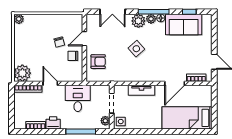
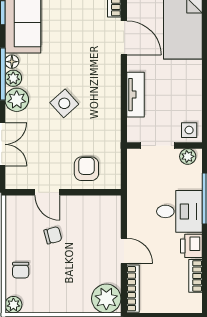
chair: (73, 56) -> (21, 270), moved
door: (50, 83) -> (124, 251), swing flipped
desk: (78, 98) -> (179, 211), moved, turned 180

